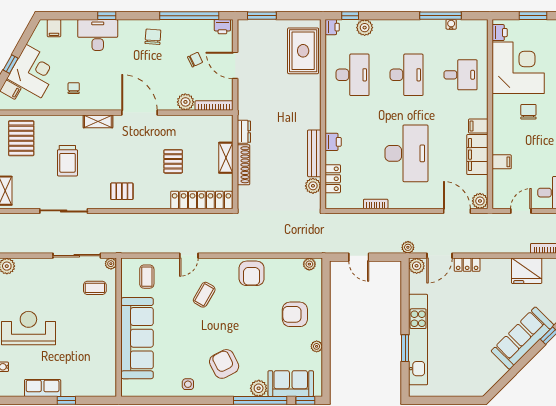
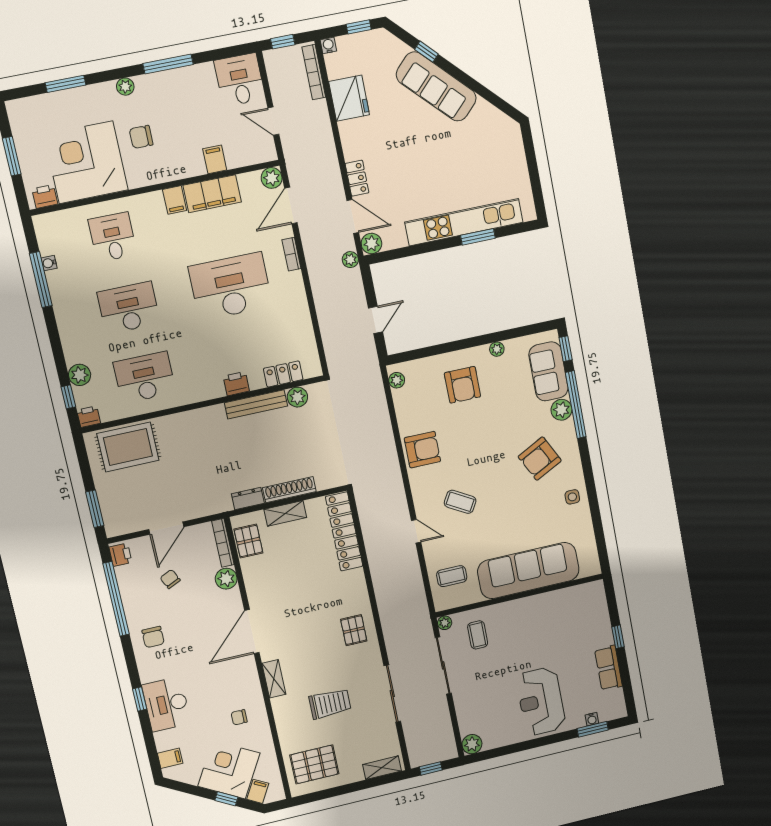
chair: (153, 37) -> (153, 637), turned -94
pallet: (173, 161) -> (248, 541), moved, turned 90
bookcase: (376, 204) -> (291, 254), moved

